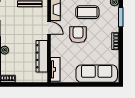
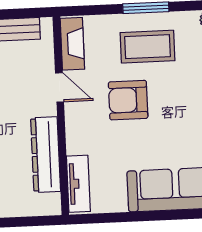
armchair: (78, 35) -> (128, 100), turned -90

